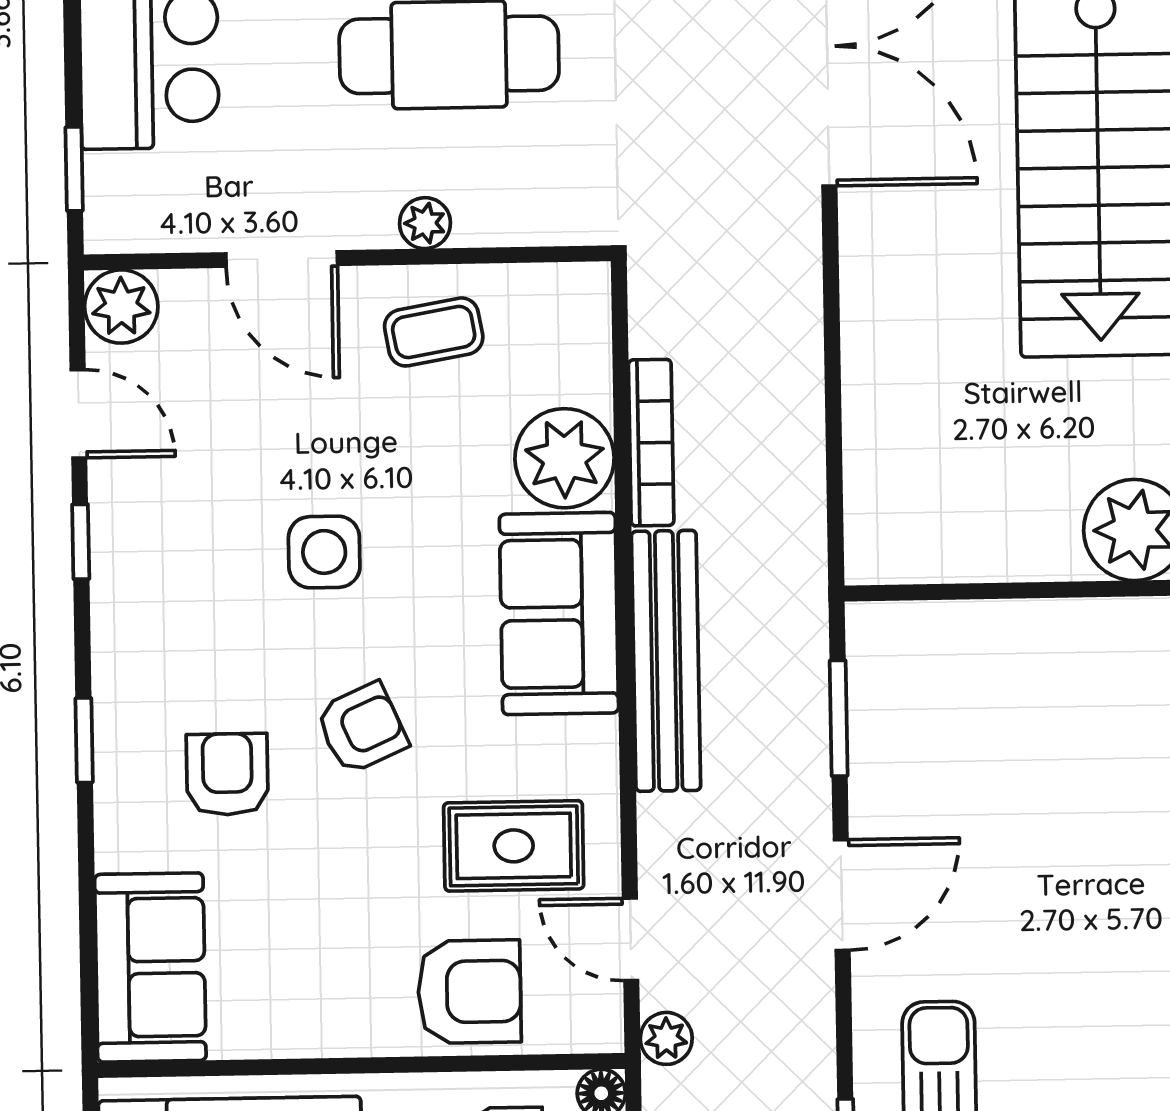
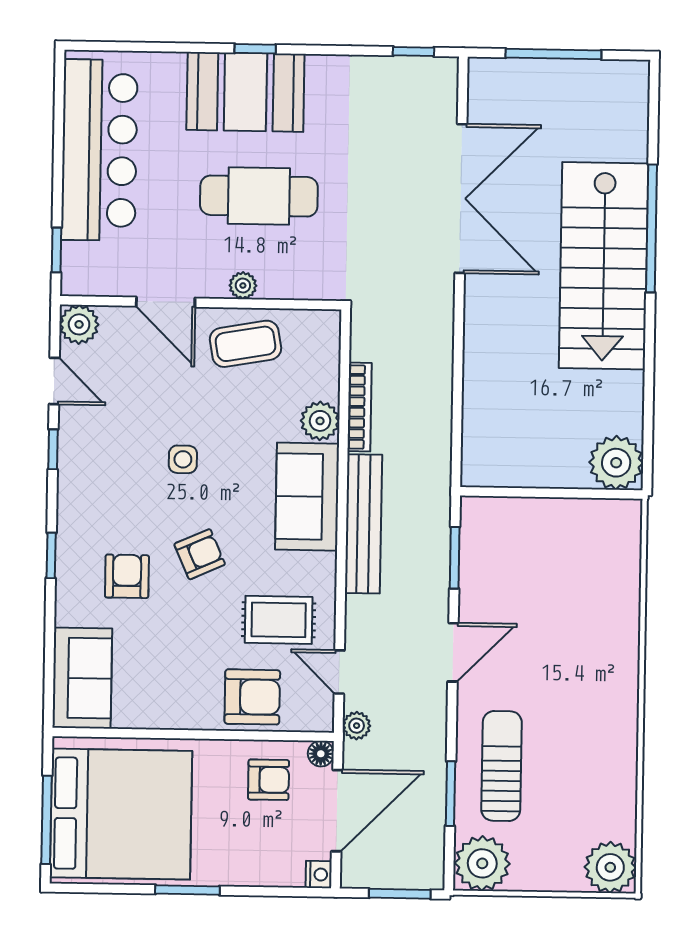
coffee table: (434, 332) -> (245, 344), width x1.36, depth x1.30
plant: (565, 458) -> (320, 421), width x0.73, depth x0.73
side table: (324, 552) -> (183, 459), width x0.73, depth x0.73

